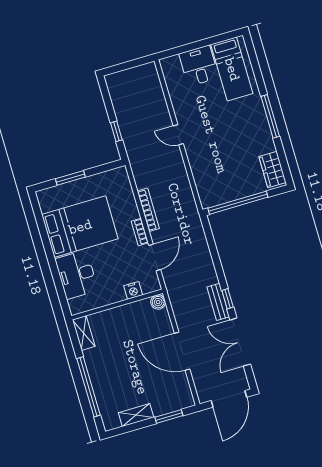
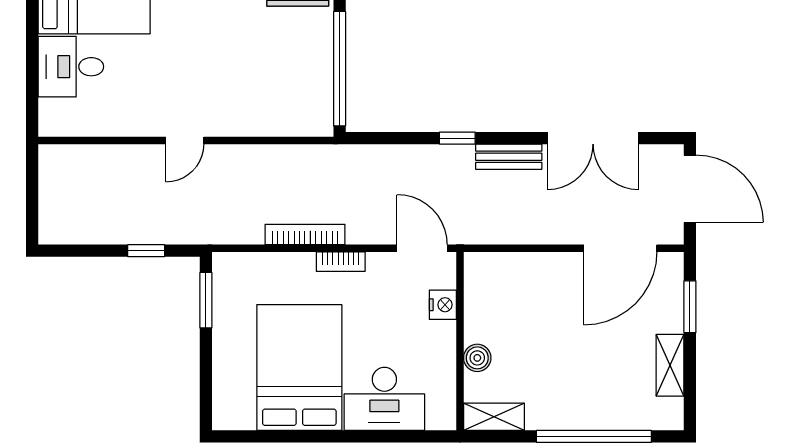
window: (70, 178) -> (206, 300), moved
door: (155, 257) -> (422, 248), moved
window: (228, 299) -> (457, 138), moved
boiler: (158, 302) -> (477, 358), moved
door: (182, 351) -> (620, 248), moved

